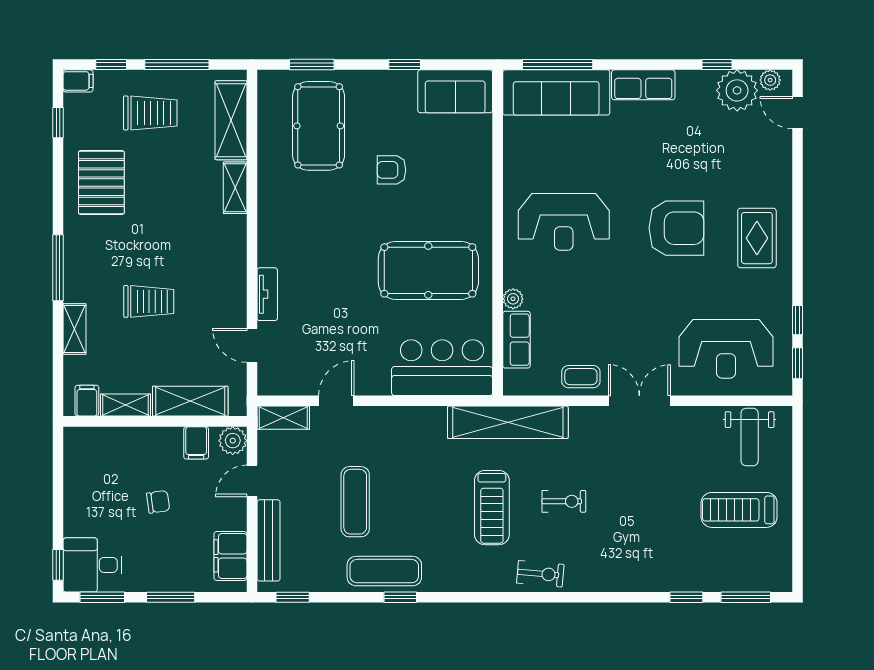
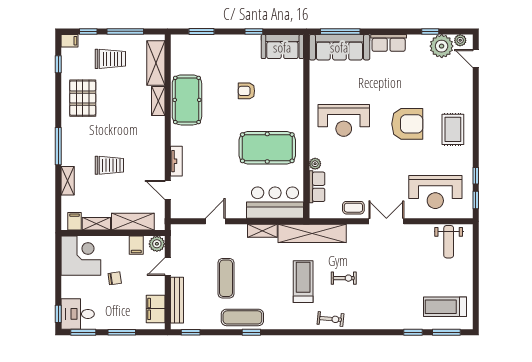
pool table: (319, 126) -> (187, 100), moved
shelving: (283, 418) -> (262, 231), moved
corner desk: (98, 462) -> (81, 256), added
treadmill: (492, 508) -> (303, 282), turned 180
treadmill: (739, 510) -> (445, 307), moved

